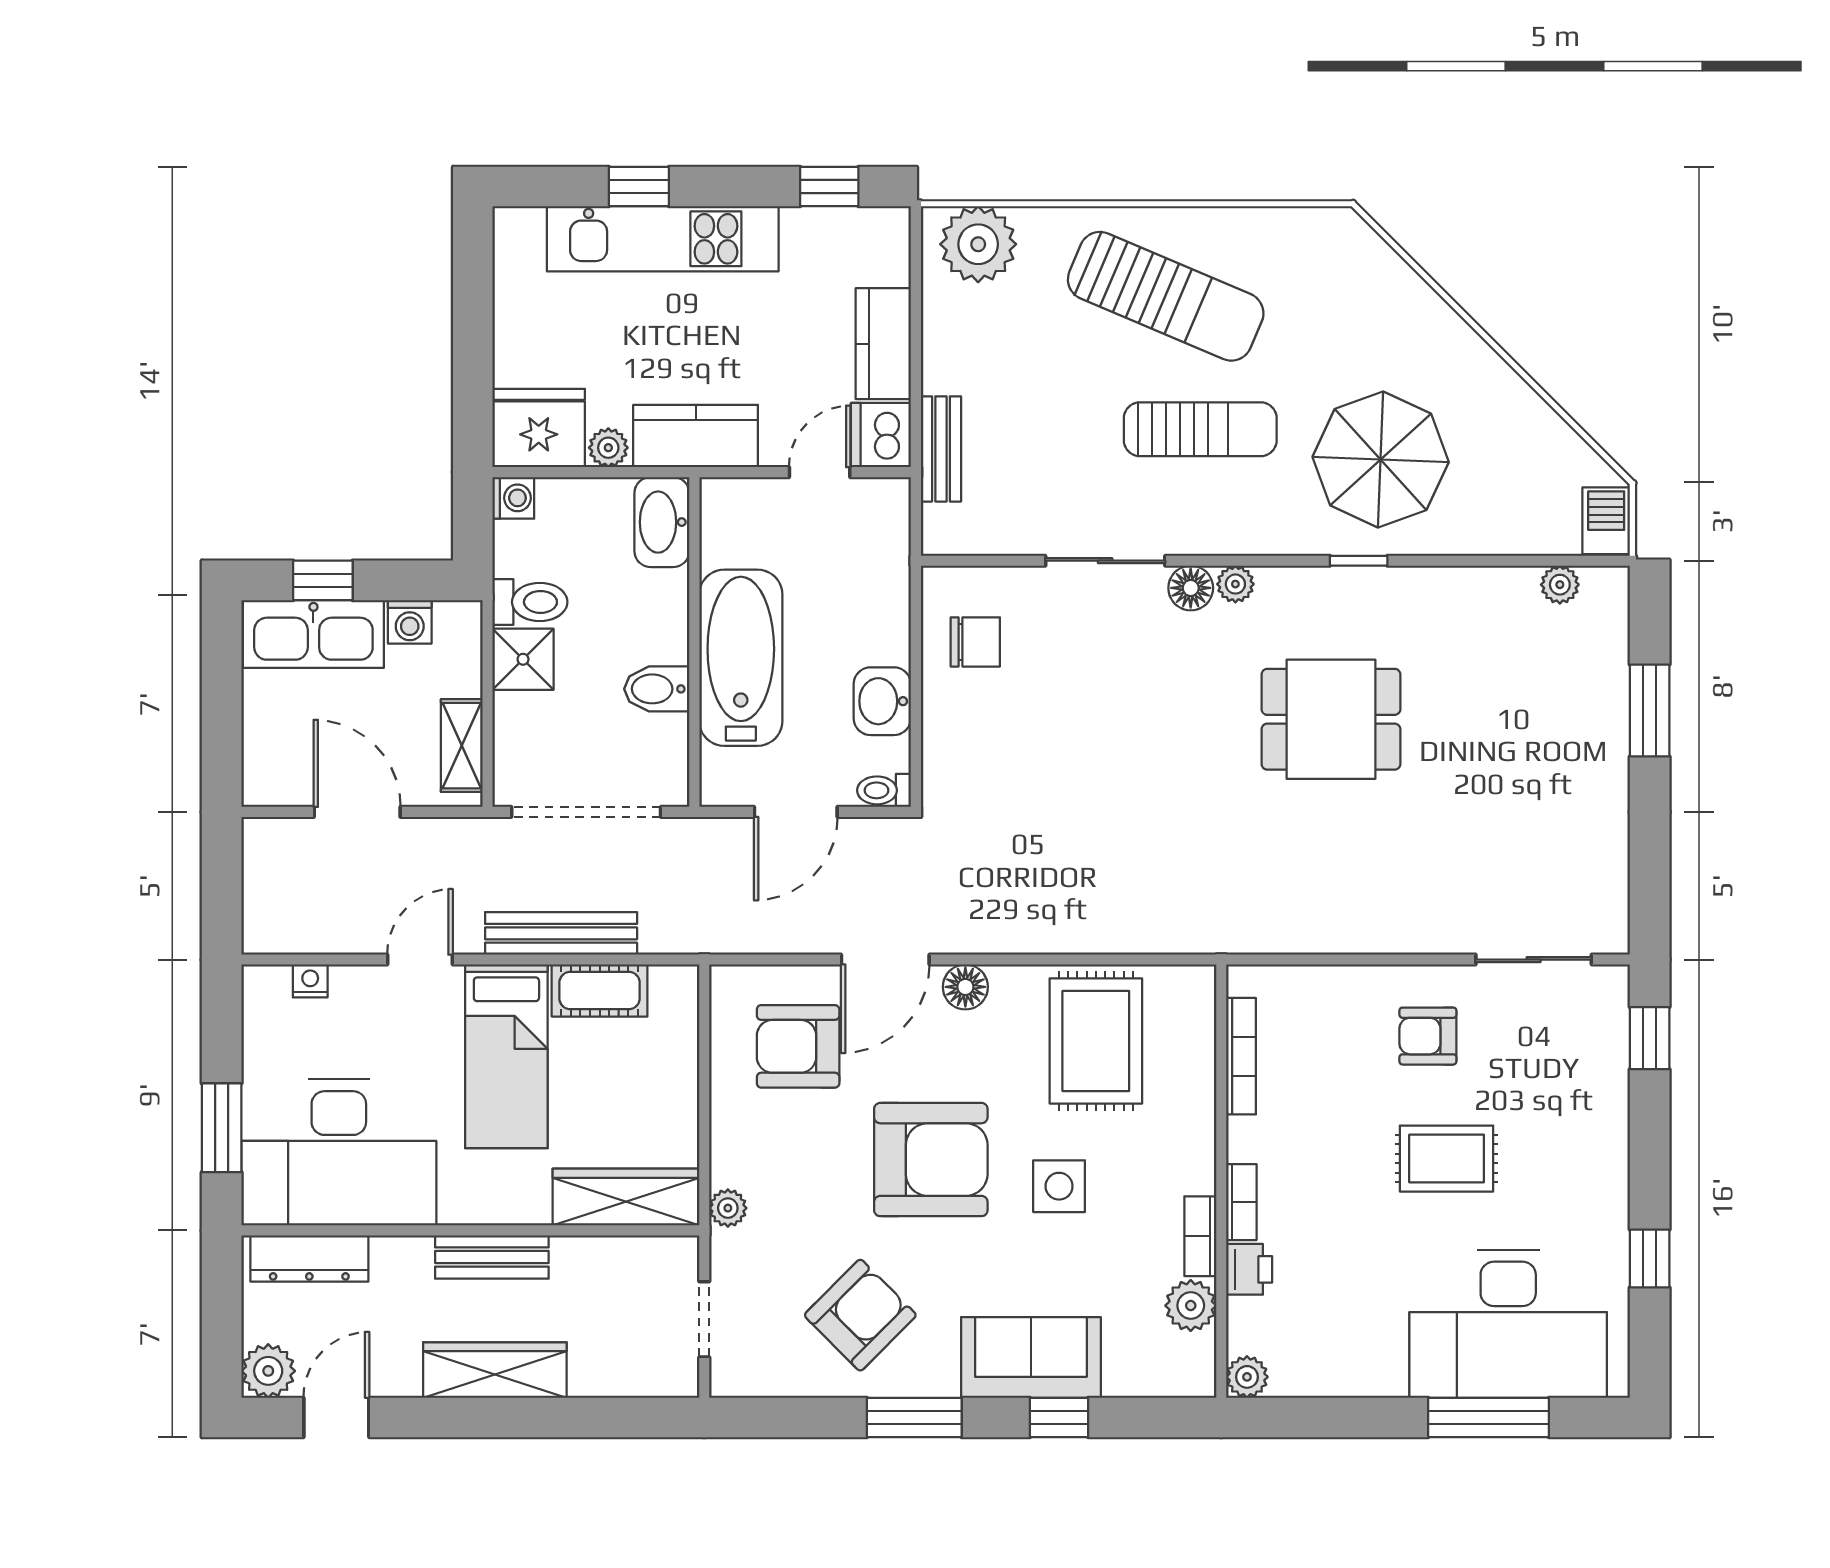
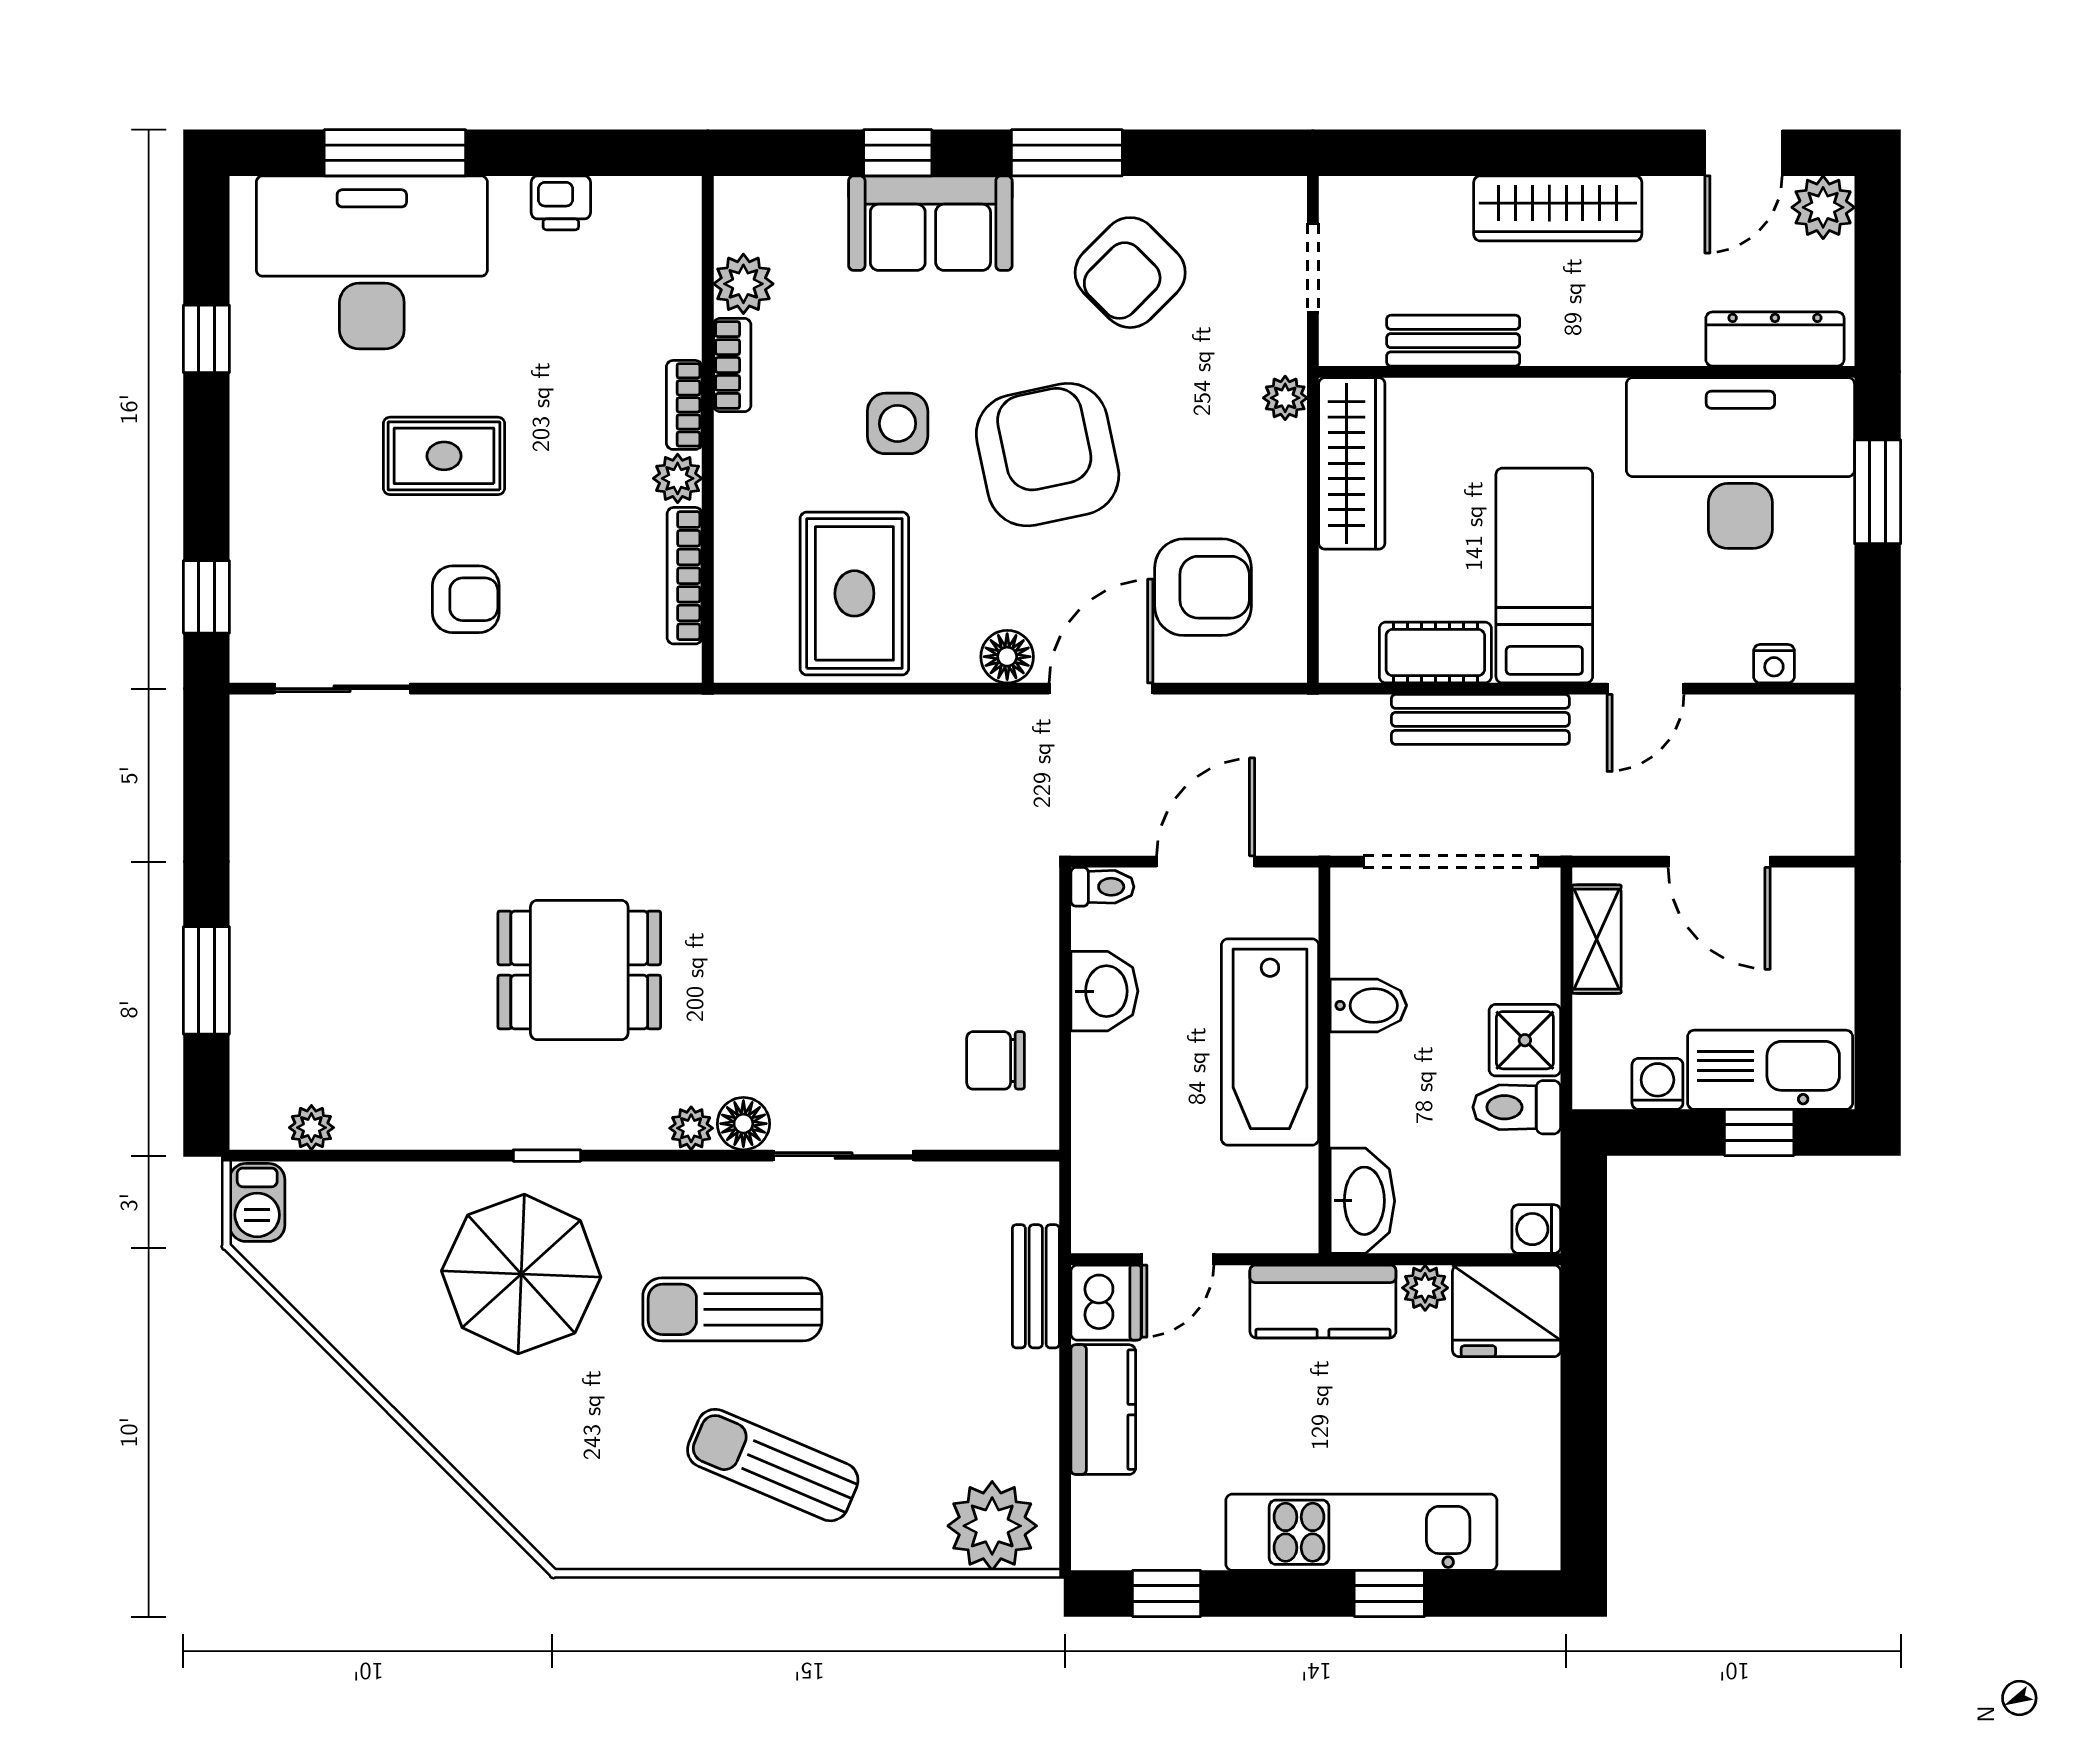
sun lounger: (1166, 296) -> (773, 1465), width x0.73, depth x0.75
armchair: (931, 1160) -> (1048, 455), turned 78
wardrobe: (626, 1197) -> (1352, 463), moved, turned -90
bench: (492, 1257) -> (1453, 341), moved
printer: (1249, 1269) -> (561, 203), moved, turned -90
plant: (1247, 1377) -> (678, 478), moved

